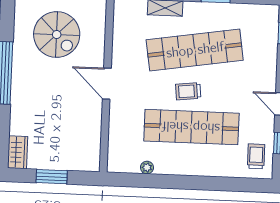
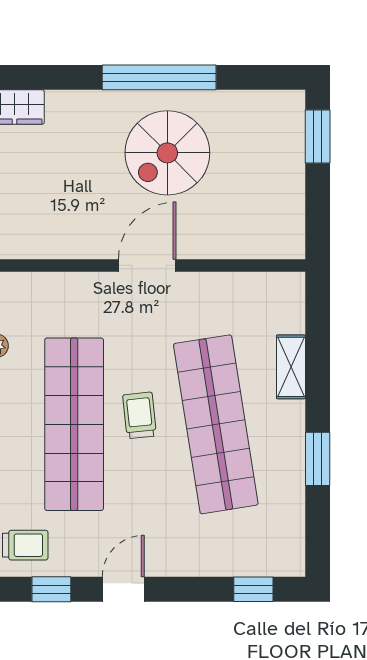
spiral stairs: (57, 34) -> (167, 153), moved

